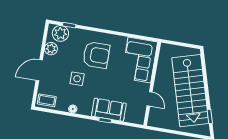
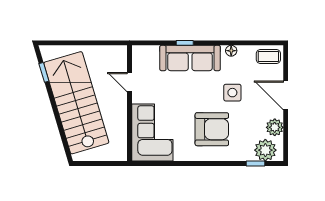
armchair: (96, 55) -> (212, 129), turned 180
door: (39, 70) -> (286, 95), swing flipped
sofa: (109, 110) -> (190, 58), width x1.36

